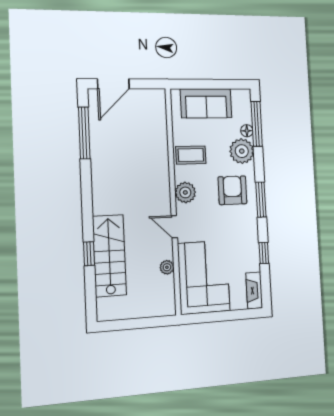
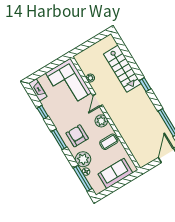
armchair: (232, 190) -> (77, 136), turned 180
door: (174, 227) -> (98, 100), swing flipped
window: (89, 254) -> (145, 85), moved

